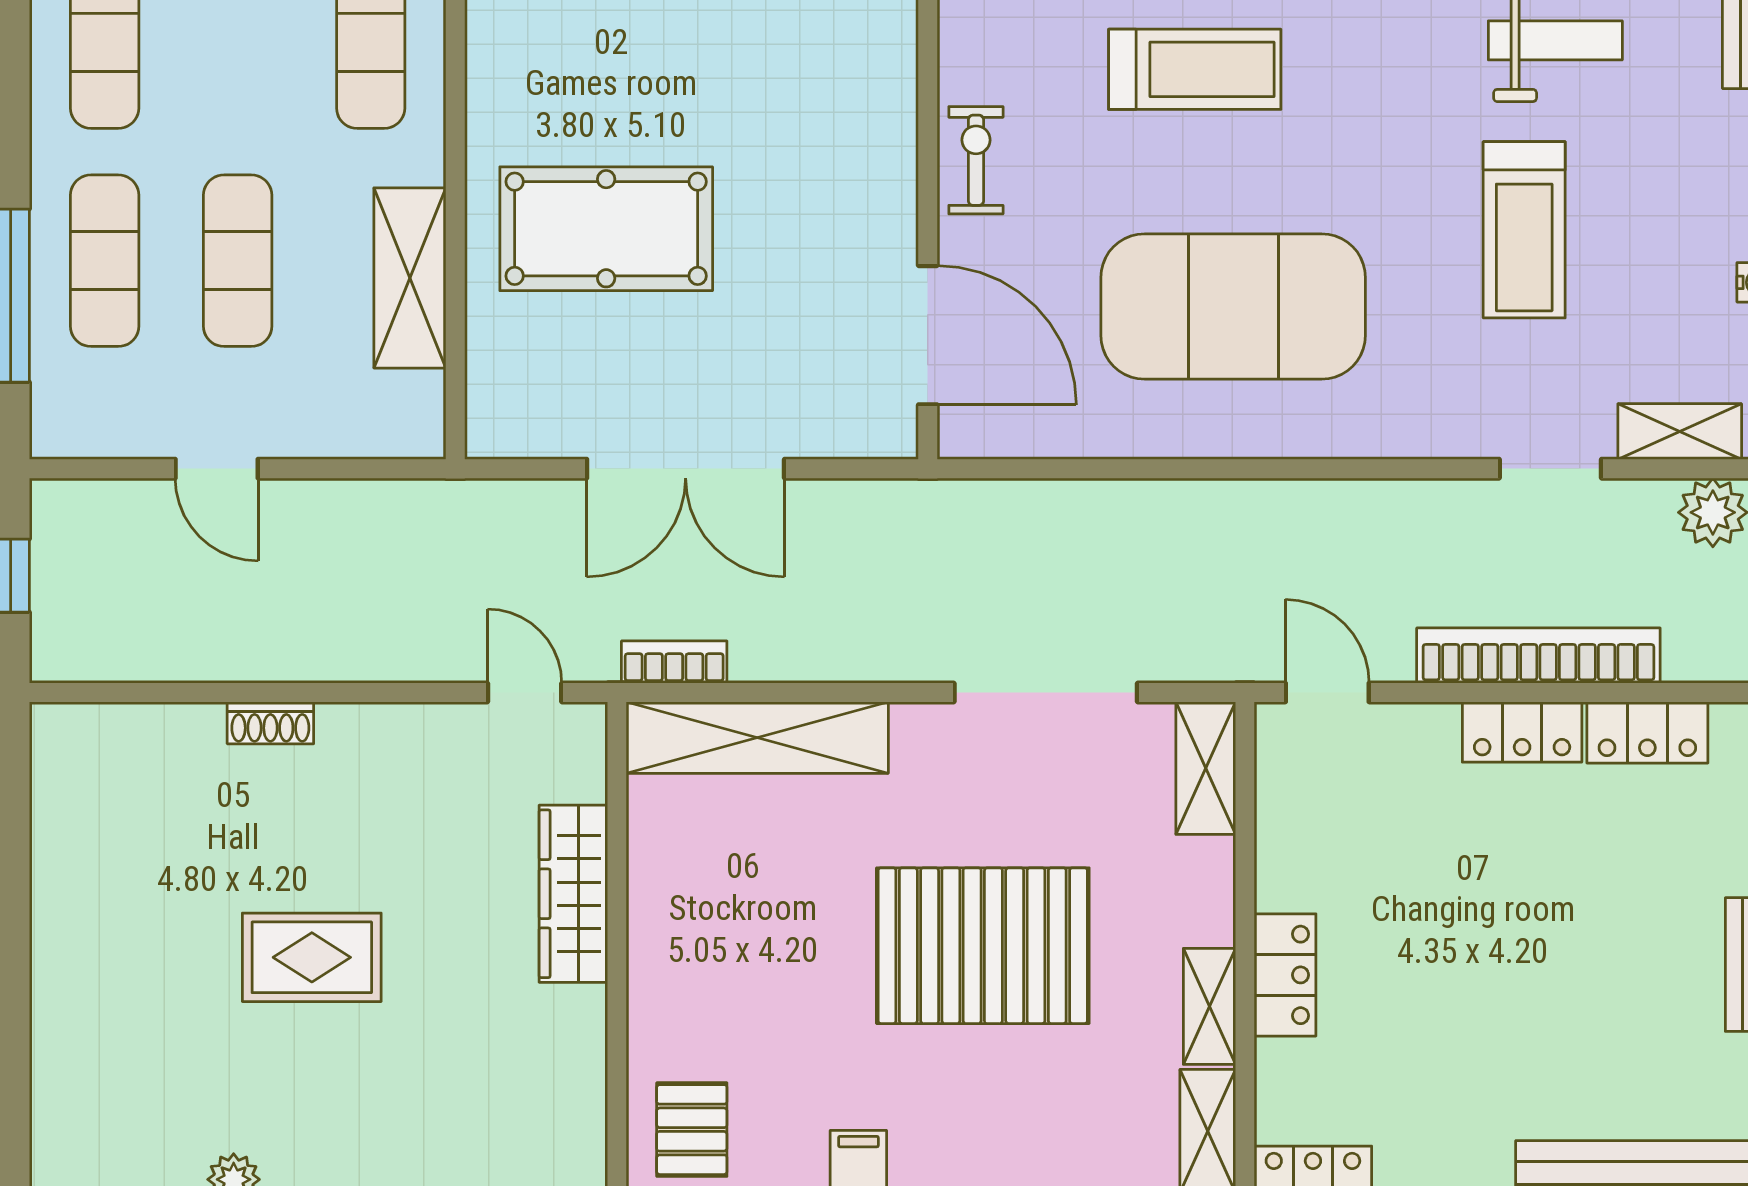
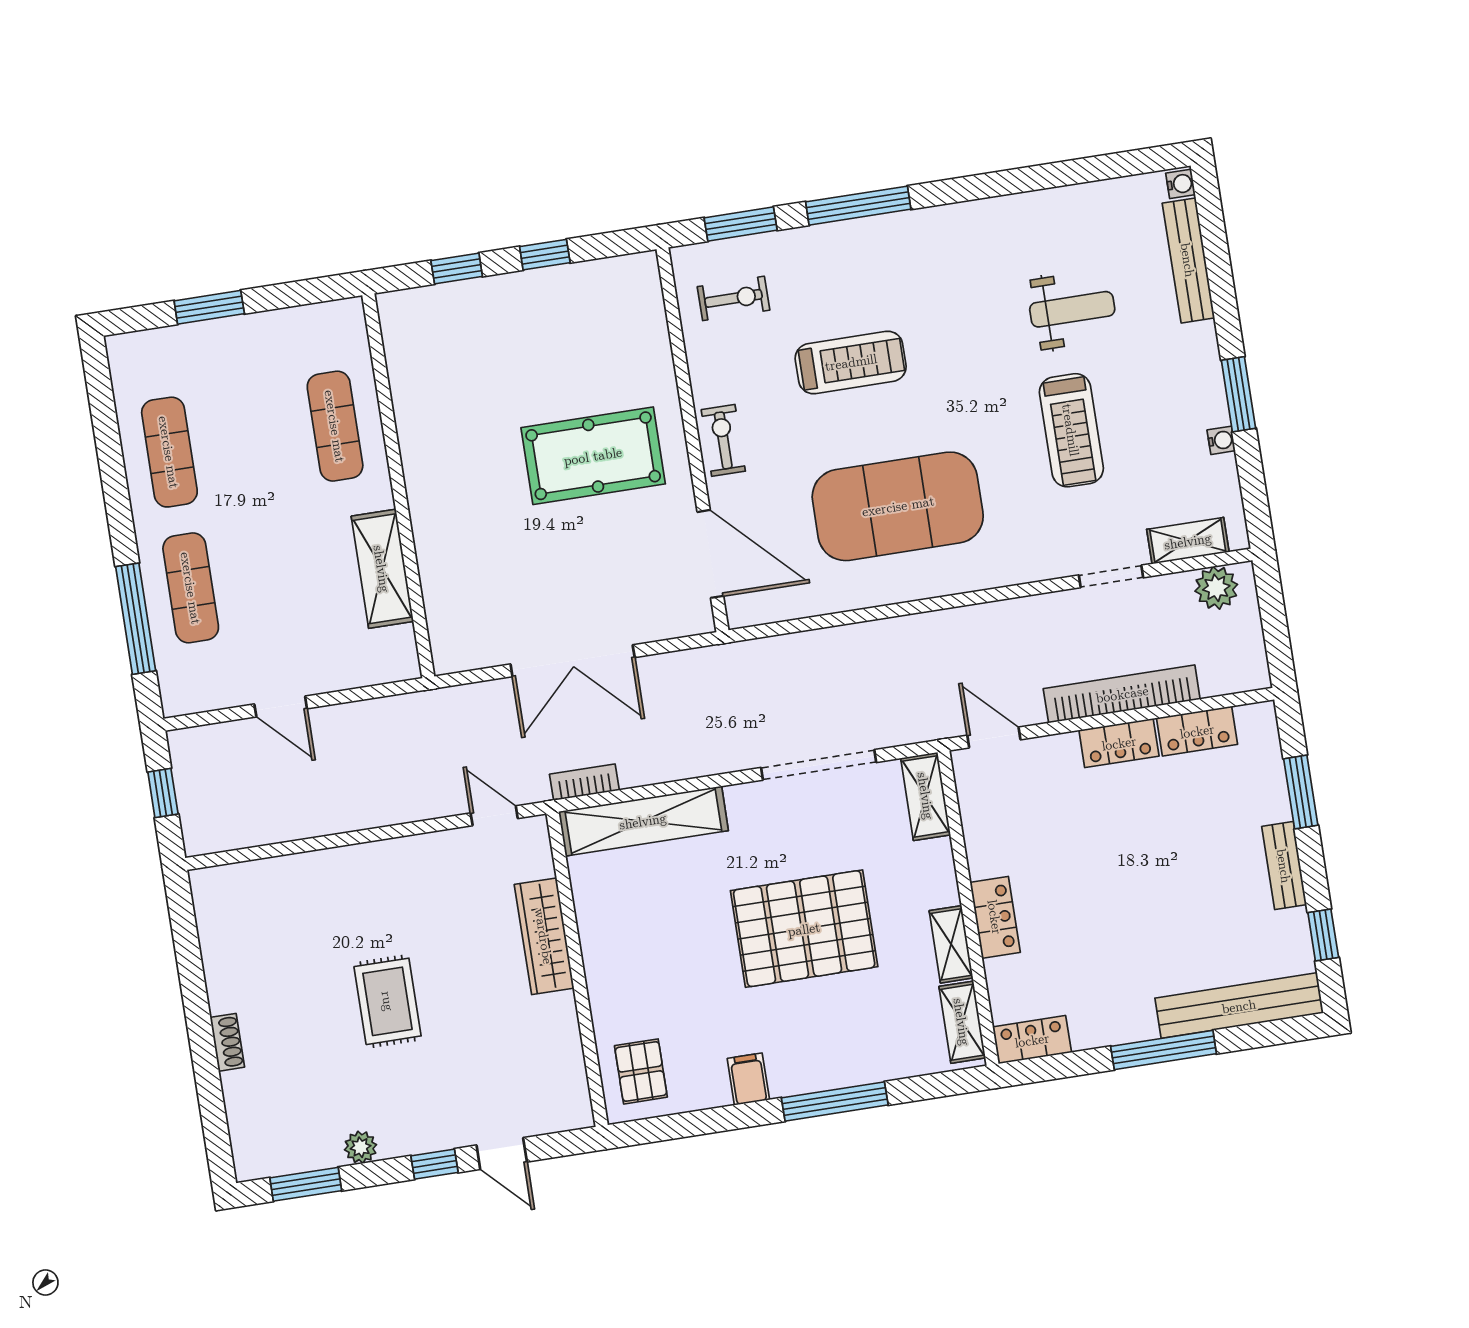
pool table: (606, 229) -> (593, 456), moved
exercise mat: (238, 261) -> (273, 575), removed
shoe rack: (270, 723) -> (227, 1042), moved, turned -90
rug: (312, 957) -> (388, 1001), turned 90

